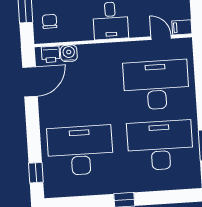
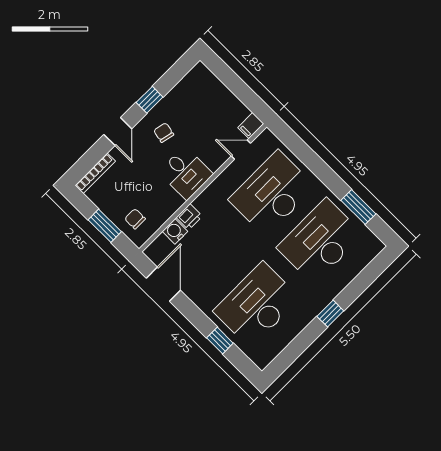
printer: (51, 54) -> (189, 217), moved
window: (36, 173) -> (220, 341), moved

